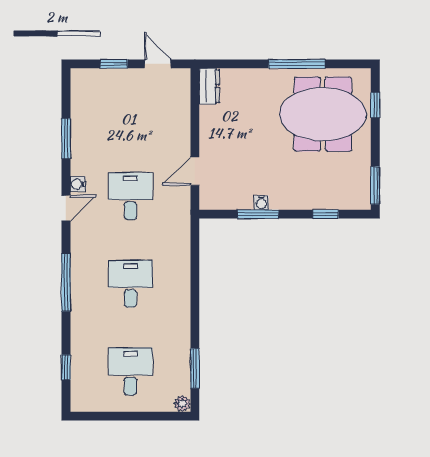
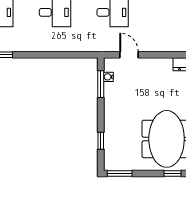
water cooler: (261, 203) -> (108, 77), moved
window: (258, 214) -> (101, 84), moved

